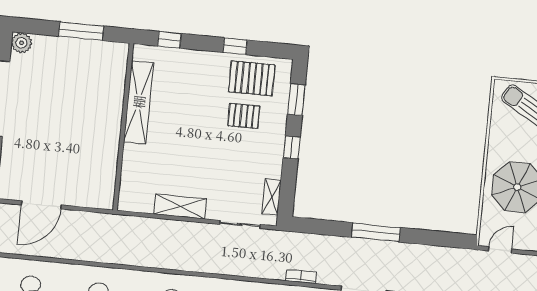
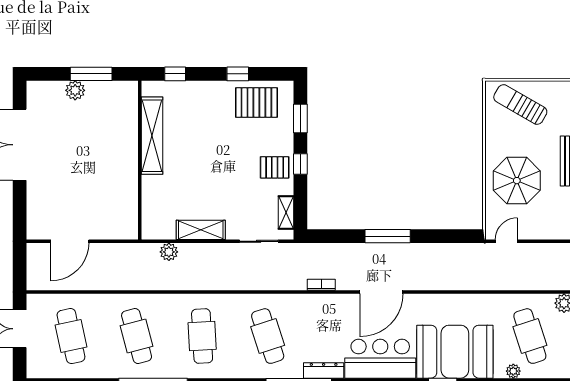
plant: (21, 43) -> (75, 90), moved
pallet: (244, 116) -> (275, 167), moved
plant: (144, 226) -> (169, 252), added

